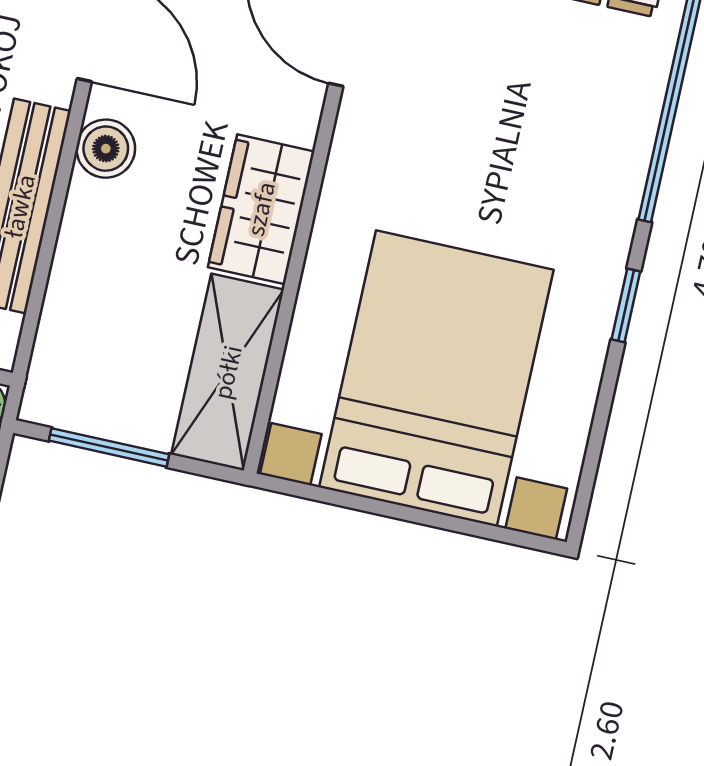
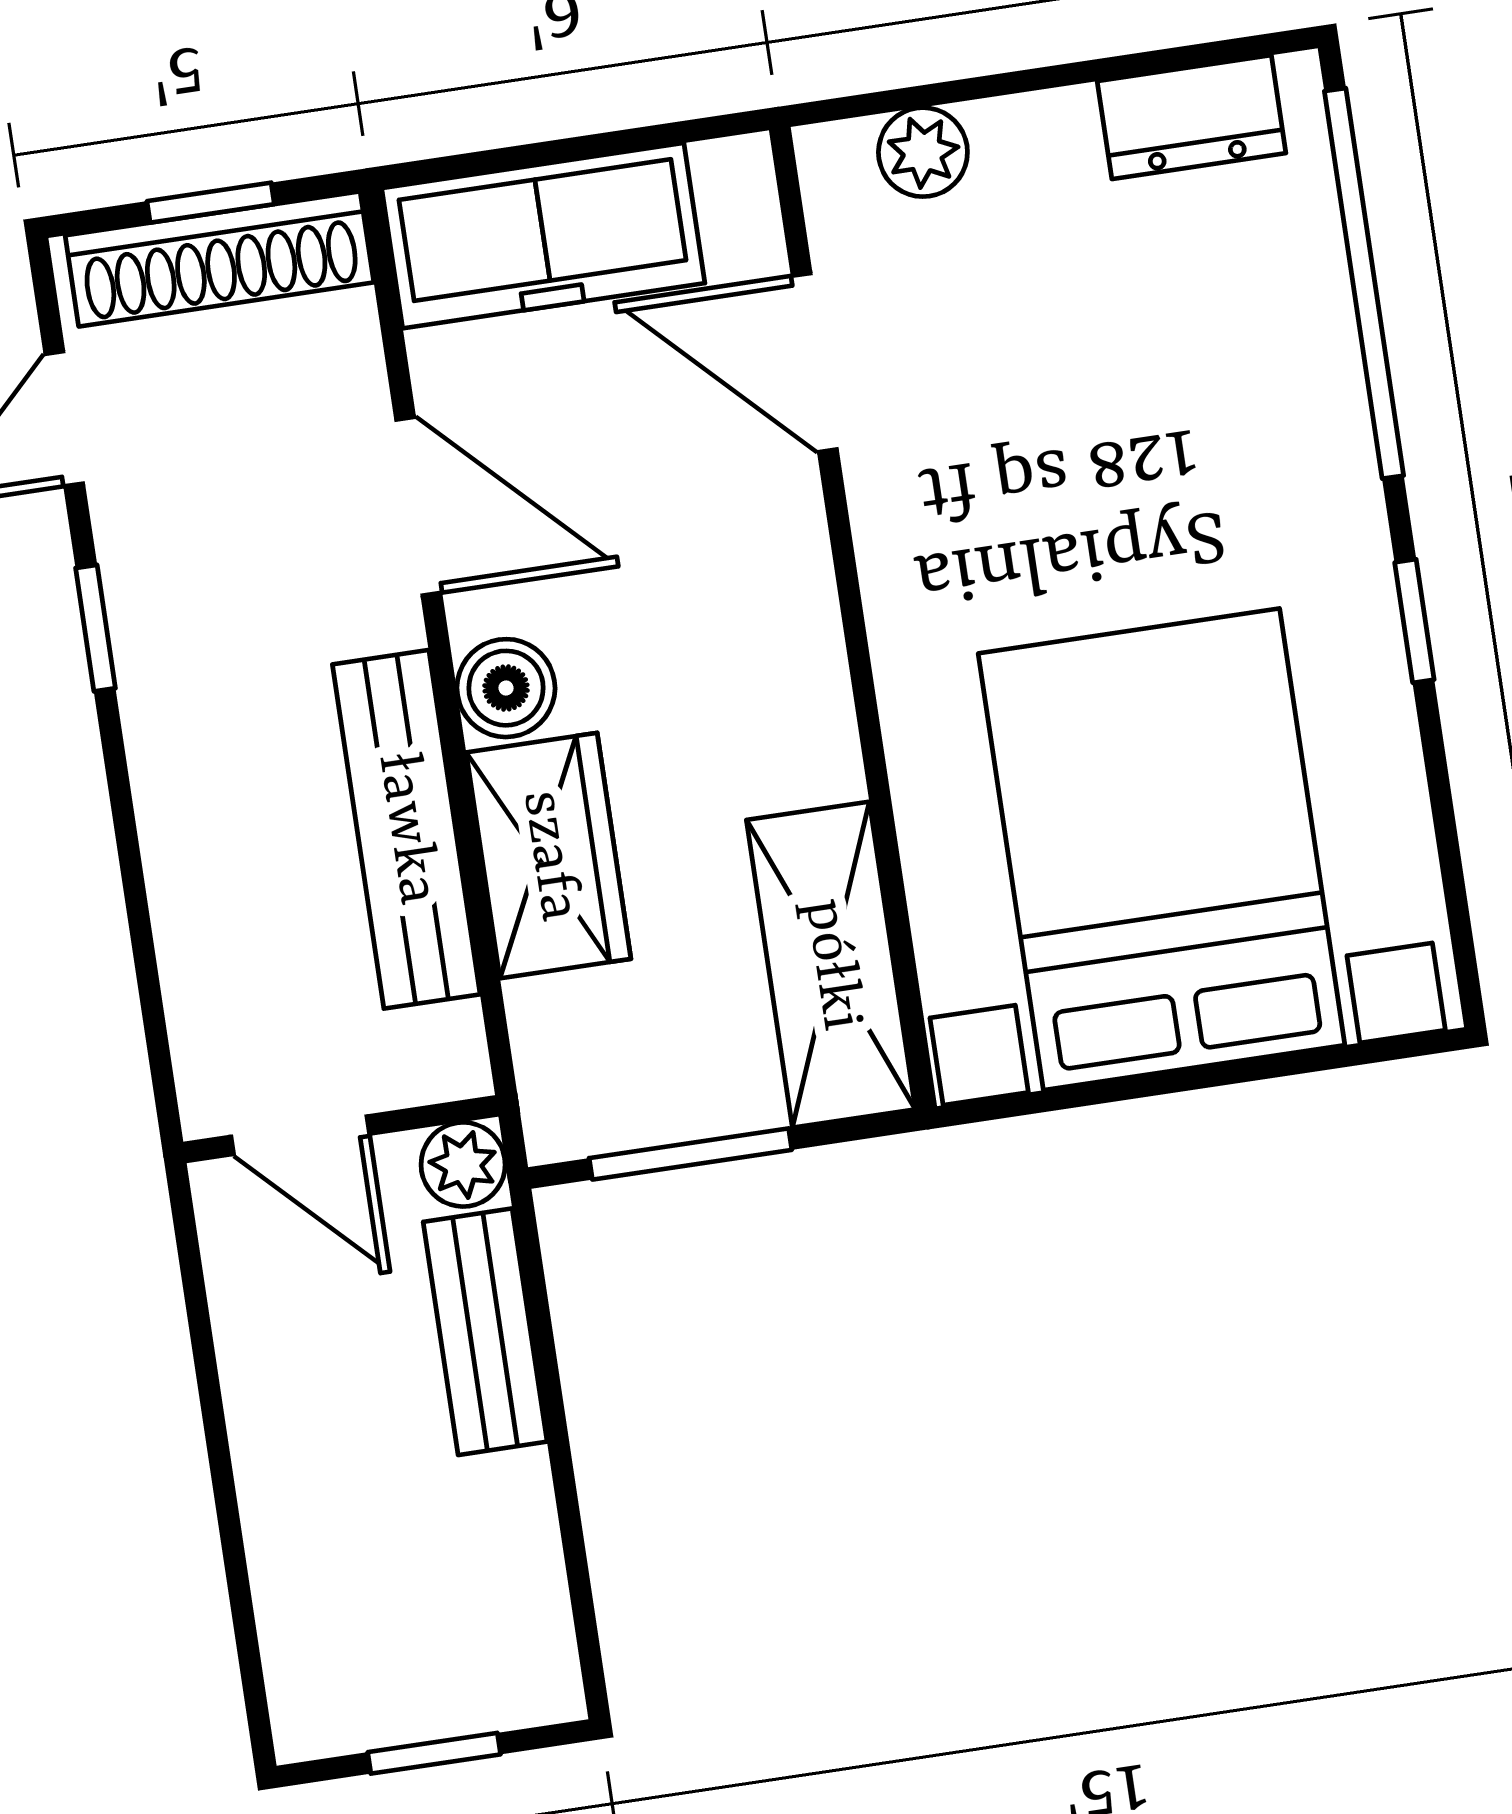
wardrobe: (261, 209) -> (549, 856), moved, turned 180

